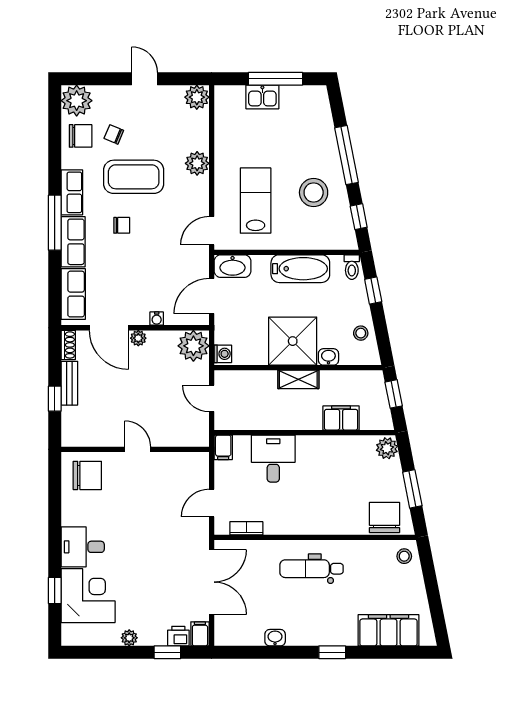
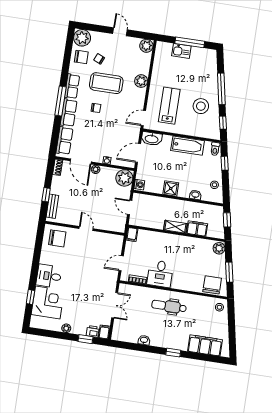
shower: (293, 341) -> (171, 189), width x0.54, depth x0.54
shelving: (298, 379) -> (175, 227), moved
bench: (69, 383) -> (52, 206), moved
desk: (273, 459) -> (160, 274), moved, turned 180
double door: (212, 582) -> (115, 305), width x0.73

